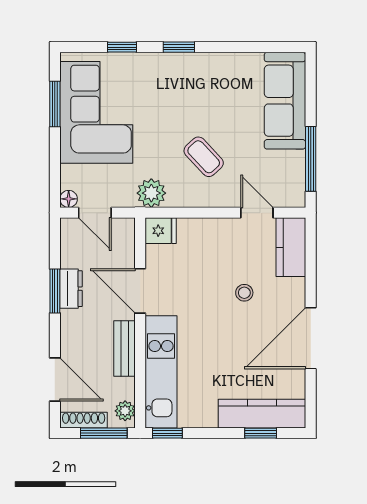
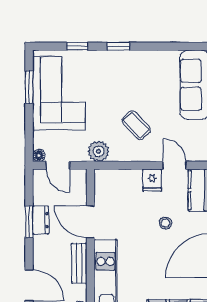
fridge: (161, 231) -> (152, 180), moved, turned 90

